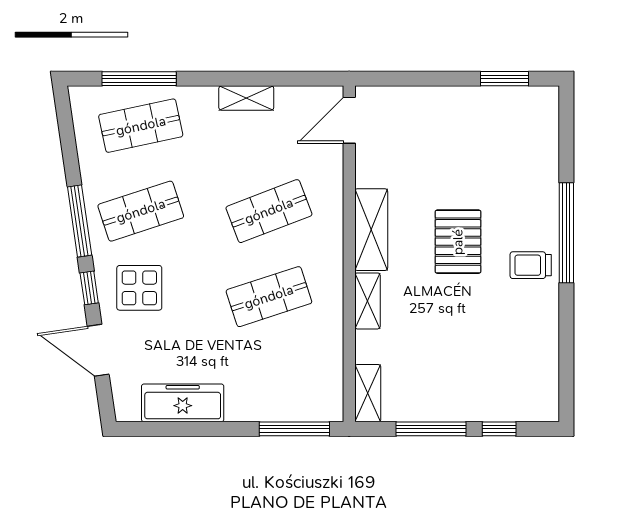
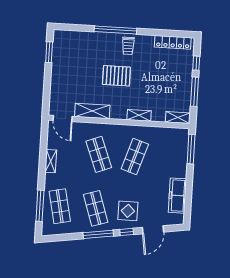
shelving: (371, 230) -> (92, 111), moved
shop shelf: (269, 297) -> (135, 157), turned 36
locker: (545, 371) -> (173, 42), added

